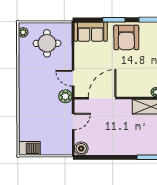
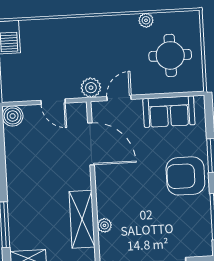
plant: (23, 32) -> (146, 20), moved
sofa: (91, 32) -> (169, 112), moved, turned -90

